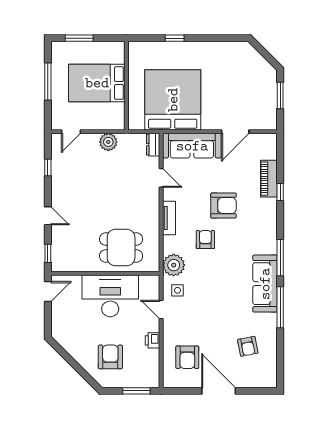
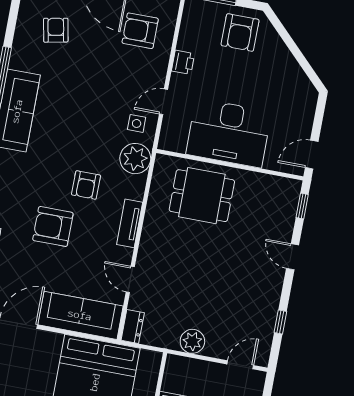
door: (161, 310) -> (164, 102), swing flipped
armchair: (110, 357) -> (240, 33), moved
armchair: (187, 357) -> (140, 31), turned -90

